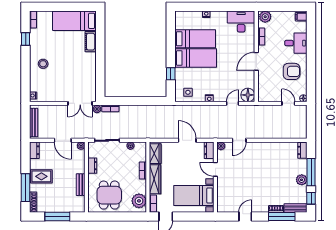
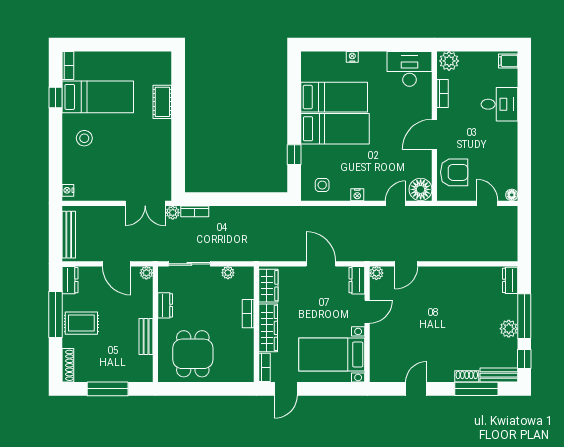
bed: (74, 21) -> (98, 97), moved, turned 180
armchair: (292, 71) -> (454, 172), moved
door: (215, 169) -> (367, 312), swing flipped
window: (26, 188) -> (56, 314), moved
plant: (139, 201) -> (242, 363), removed

